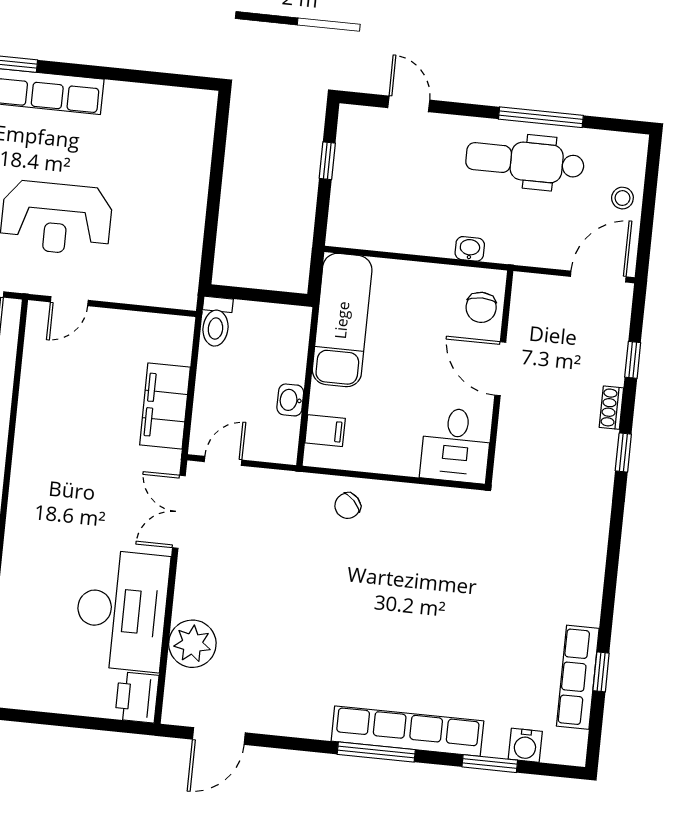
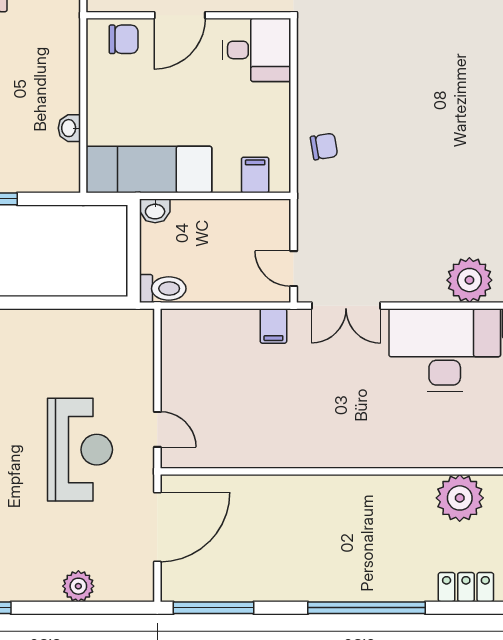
washbasin: (470, 249) -> (69, 128), moved
washbasin: (290, 400) -> (155, 211), moved
filing cabinet: (165, 406) -> (273, 326), width x0.33, depth x0.86
chair: (348, 506) -> (324, 146), turned -55

